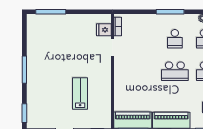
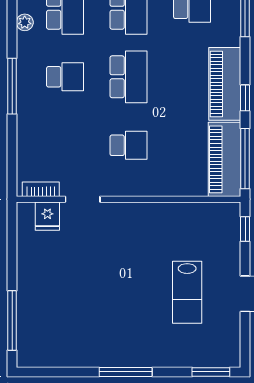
school desk: (140, 71) -> (129, 145), added
lab bench: (80, 93) -> (187, 292), moved, turned -90

